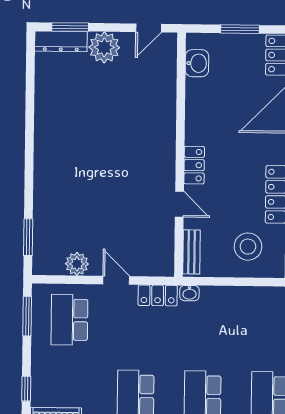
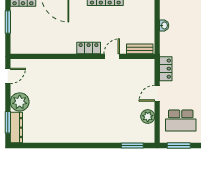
door: (149, 28) -> (8, 76), hinge flipped
washbasin: (197, 63) -> (28, 47), removed
stool: (248, 247) -> (136, 16), removed
washbasin: (189, 293) -> (164, 25), moved

